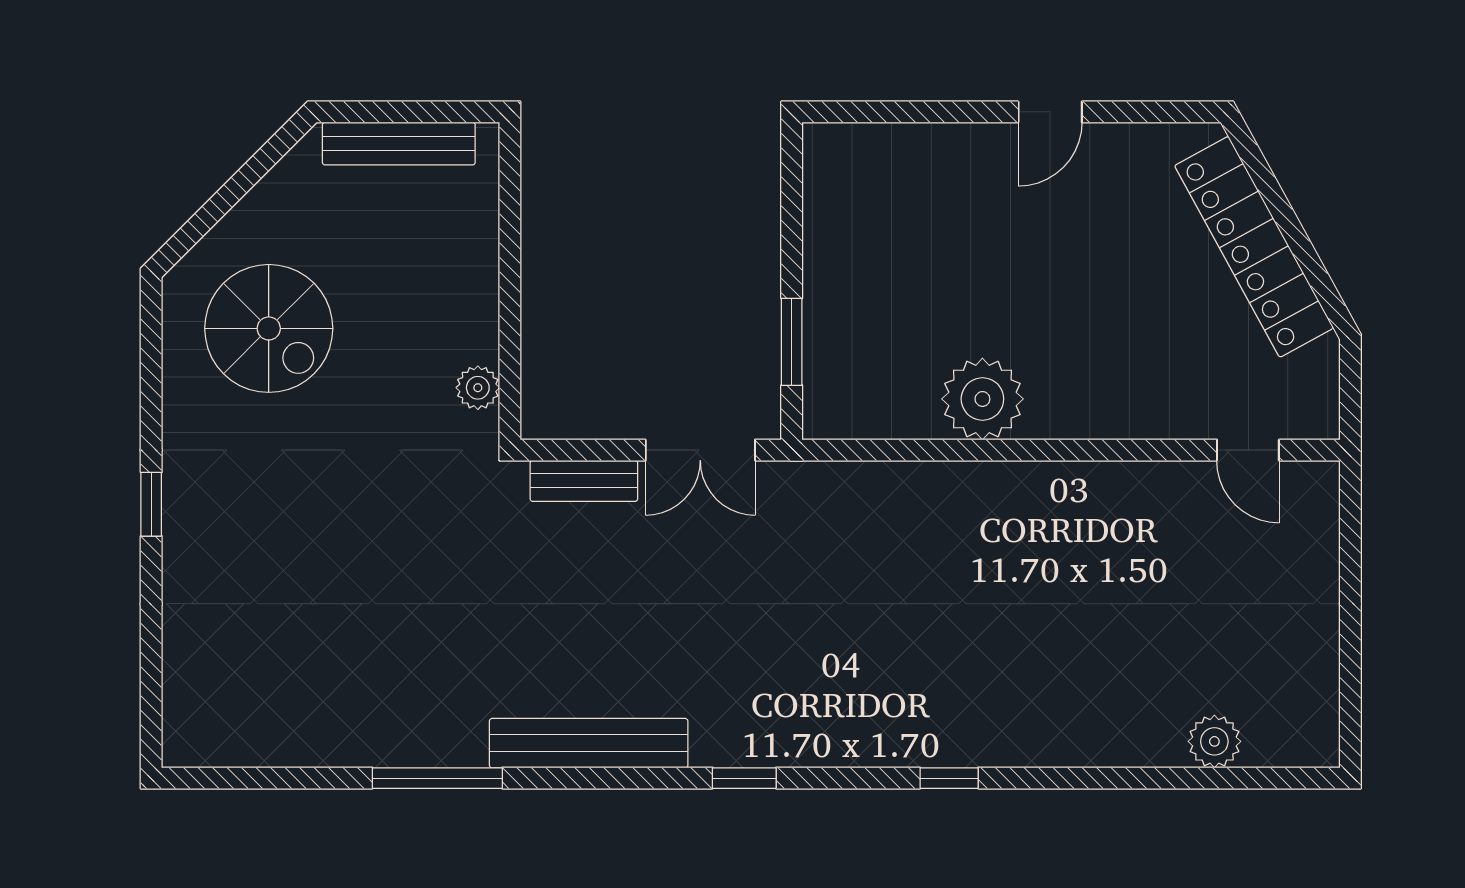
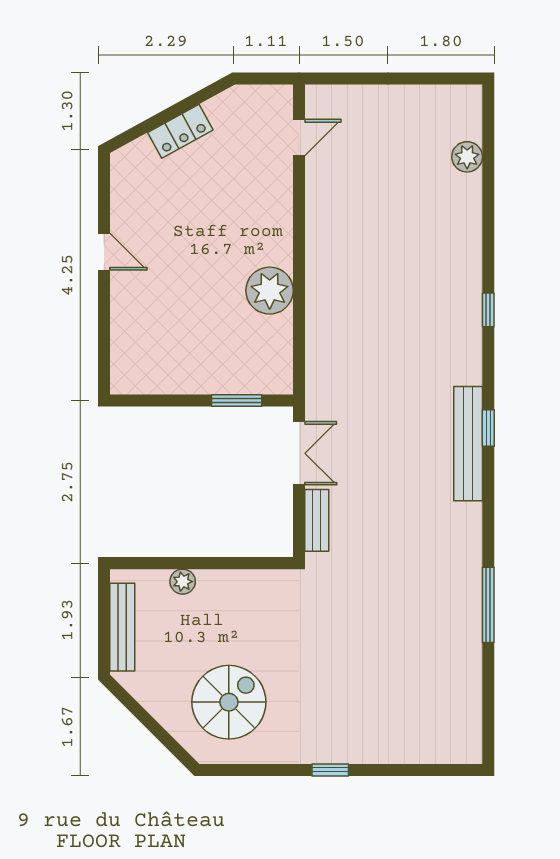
locker: (1254, 247) -> (180, 131), width x0.46, depth x0.83
plant: (478, 388) -> (183, 582), moved
bench: (589, 743) -> (468, 444), moved

